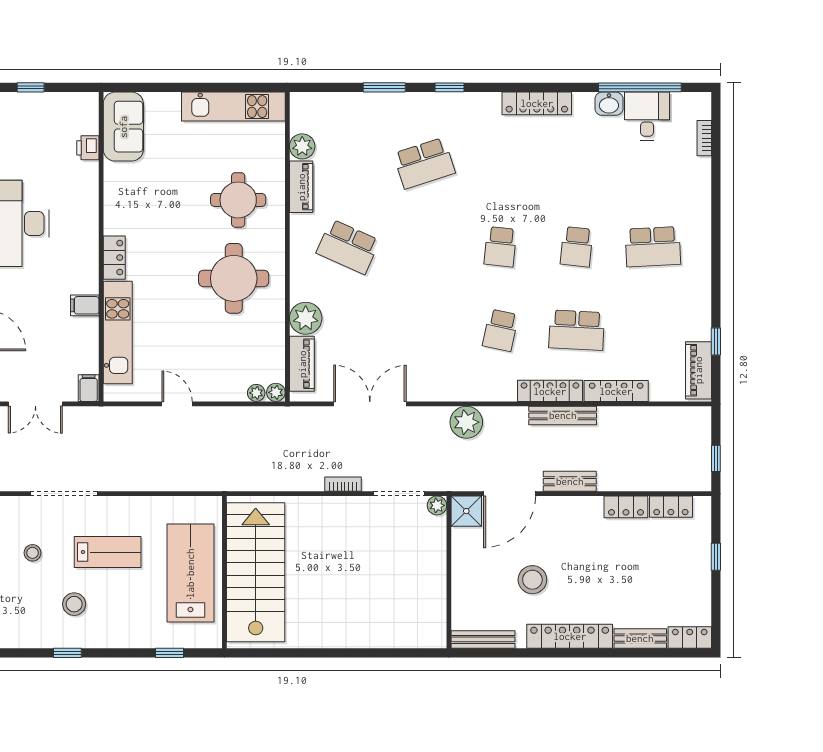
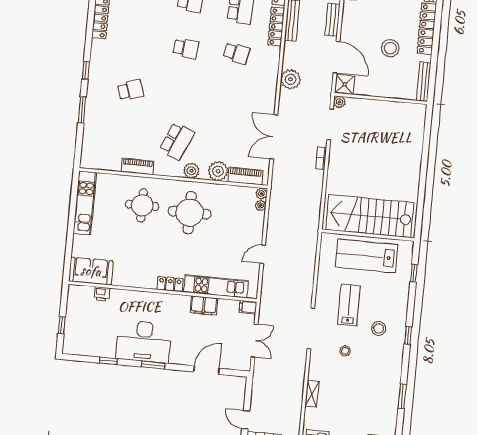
plant: (302, 146) -> (191, 171), moved
school desk: (424, 163) -> (130, 90), width x0.54
filing cabinet: (85, 305) -> (204, 305), width x2.00

